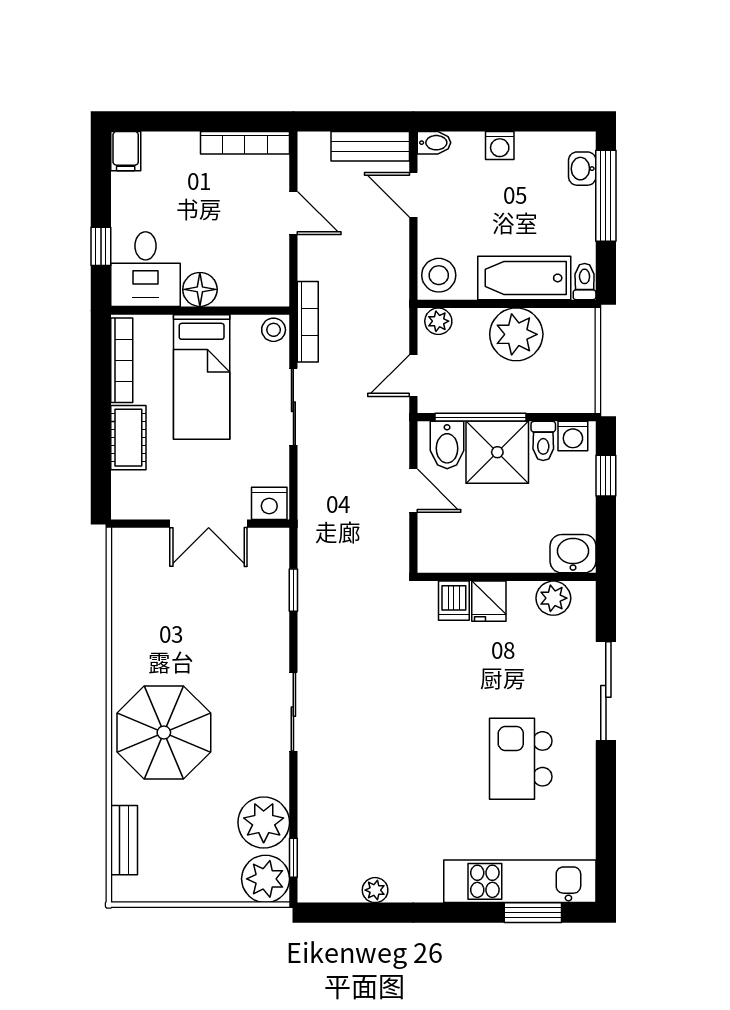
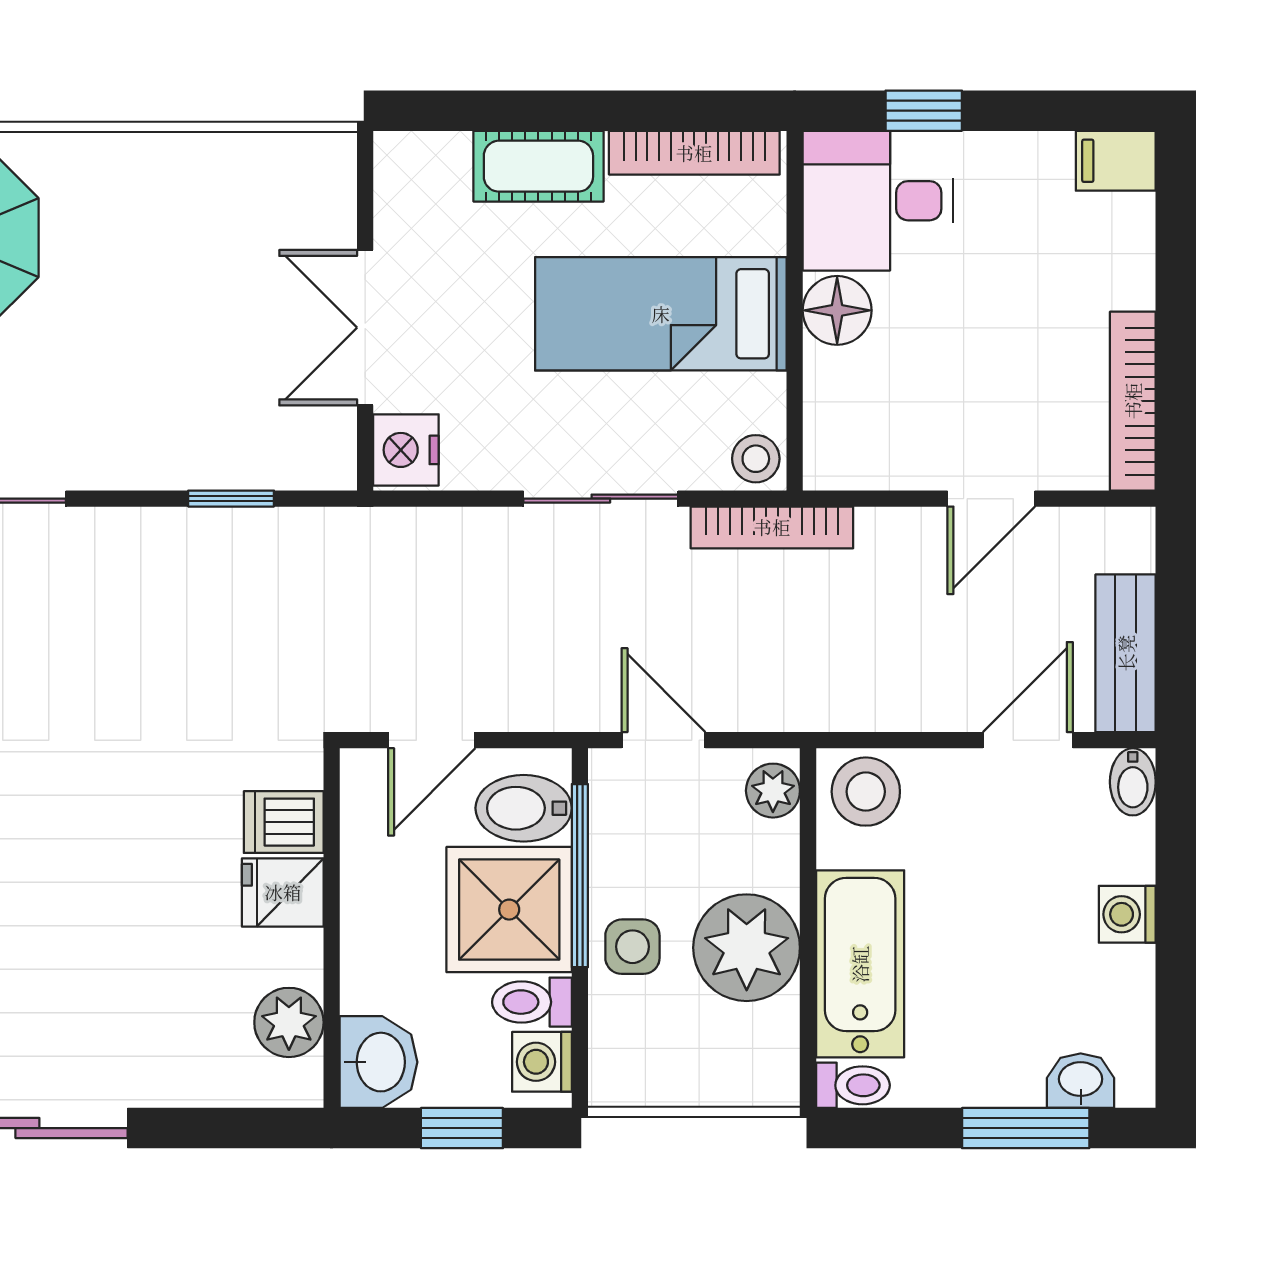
window: (606, 196) -> (1026, 1128), width x0.69
side table: (516, 391) -> (632, 947), added
washbasin: (573, 554) -> (378, 1062), moved
wall: (507, 577) -> (332, 928), moved
plant: (553, 598) -> (289, 1022), moved
dishwasher: (454, 601) -> (284, 822), moved
fridge: (489, 601) -> (283, 892), moved

